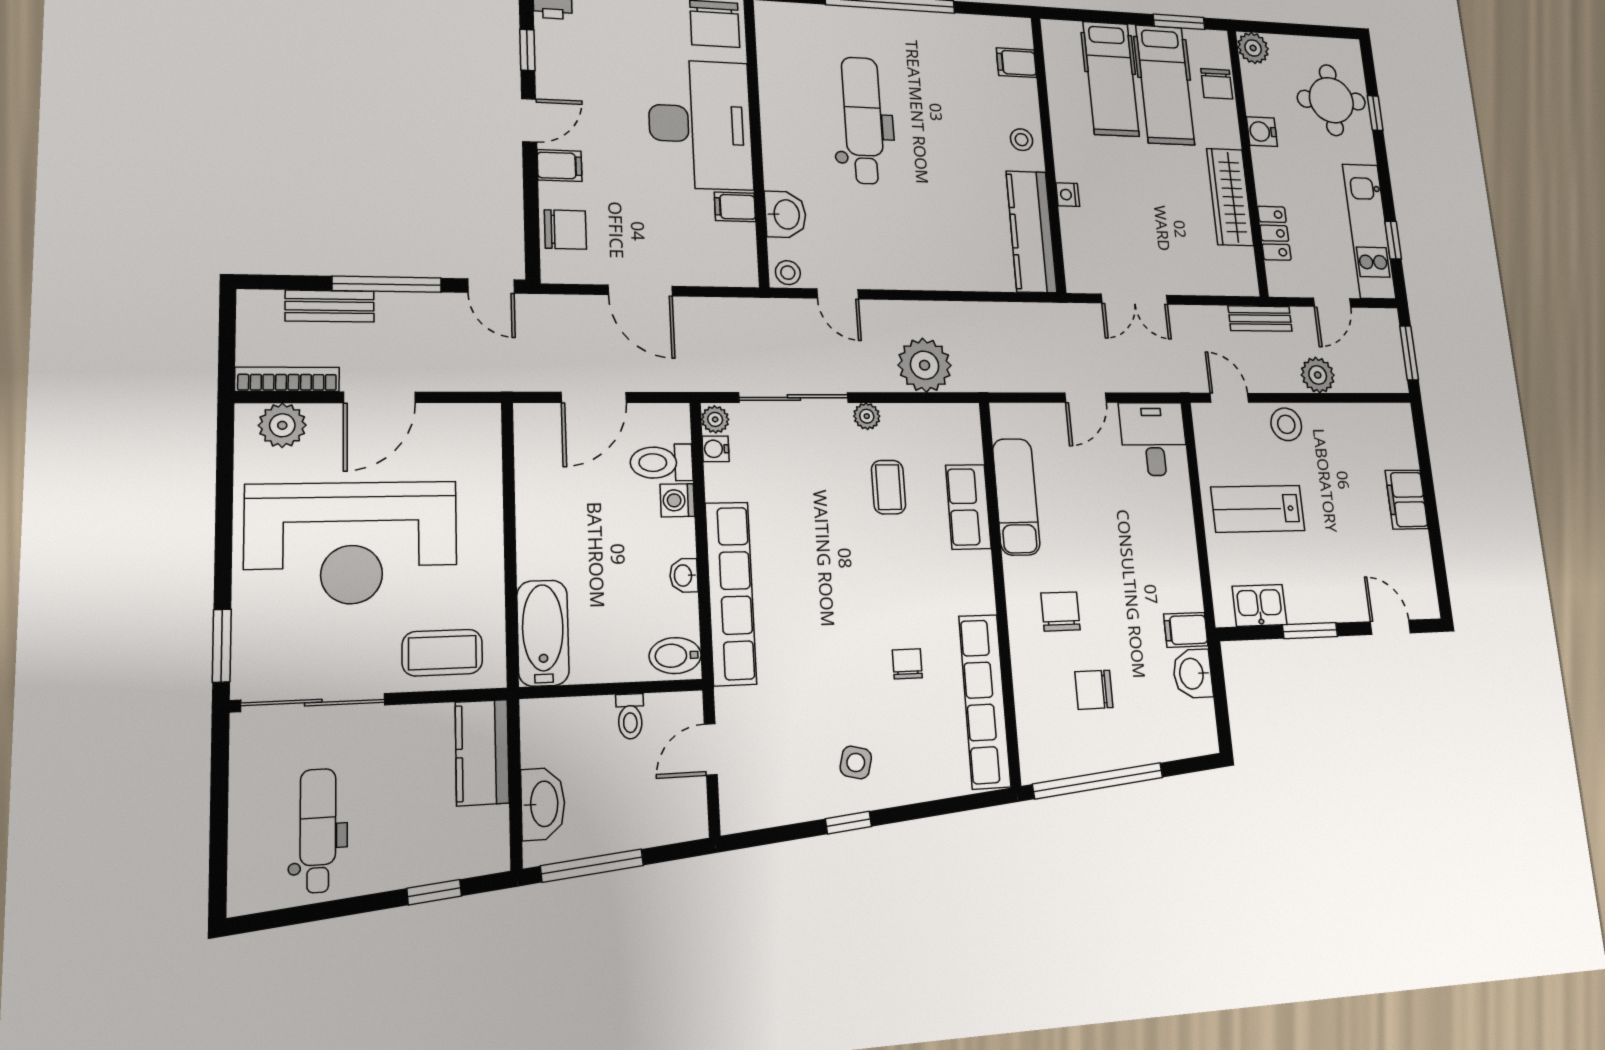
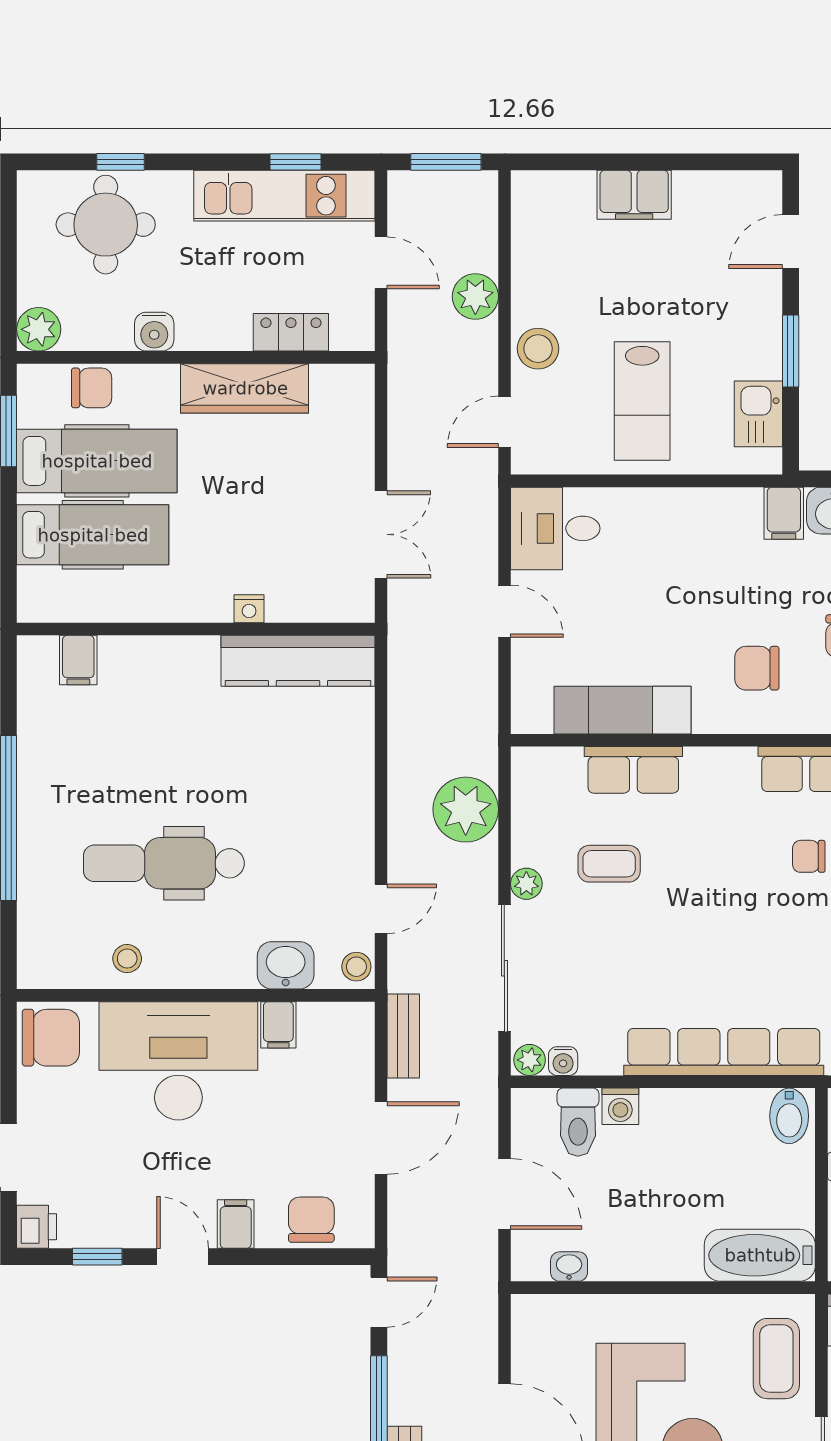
stool: (1022, 140) -> (127, 959), moved
bench: (1260, 318) -> (403, 1036), moved
washbasin: (684, 576) -> (569, 1267), moved, turned 180

